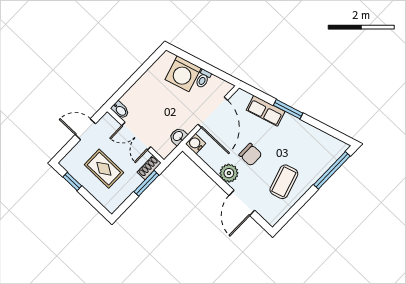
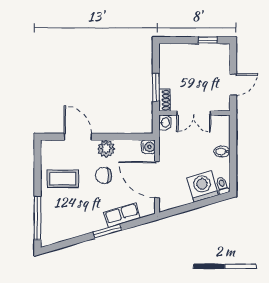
toilet: (203, 79) -> (222, 185), moved
bidet: (120, 110) -> (222, 151), moved
double door: (136, 136) -> (194, 113), swing flipped
washbasin: (178, 136) -> (165, 122), moved
rug: (104, 169) -> (195, 70), removed
coffee table: (284, 182) -> (63, 179), turned -73

